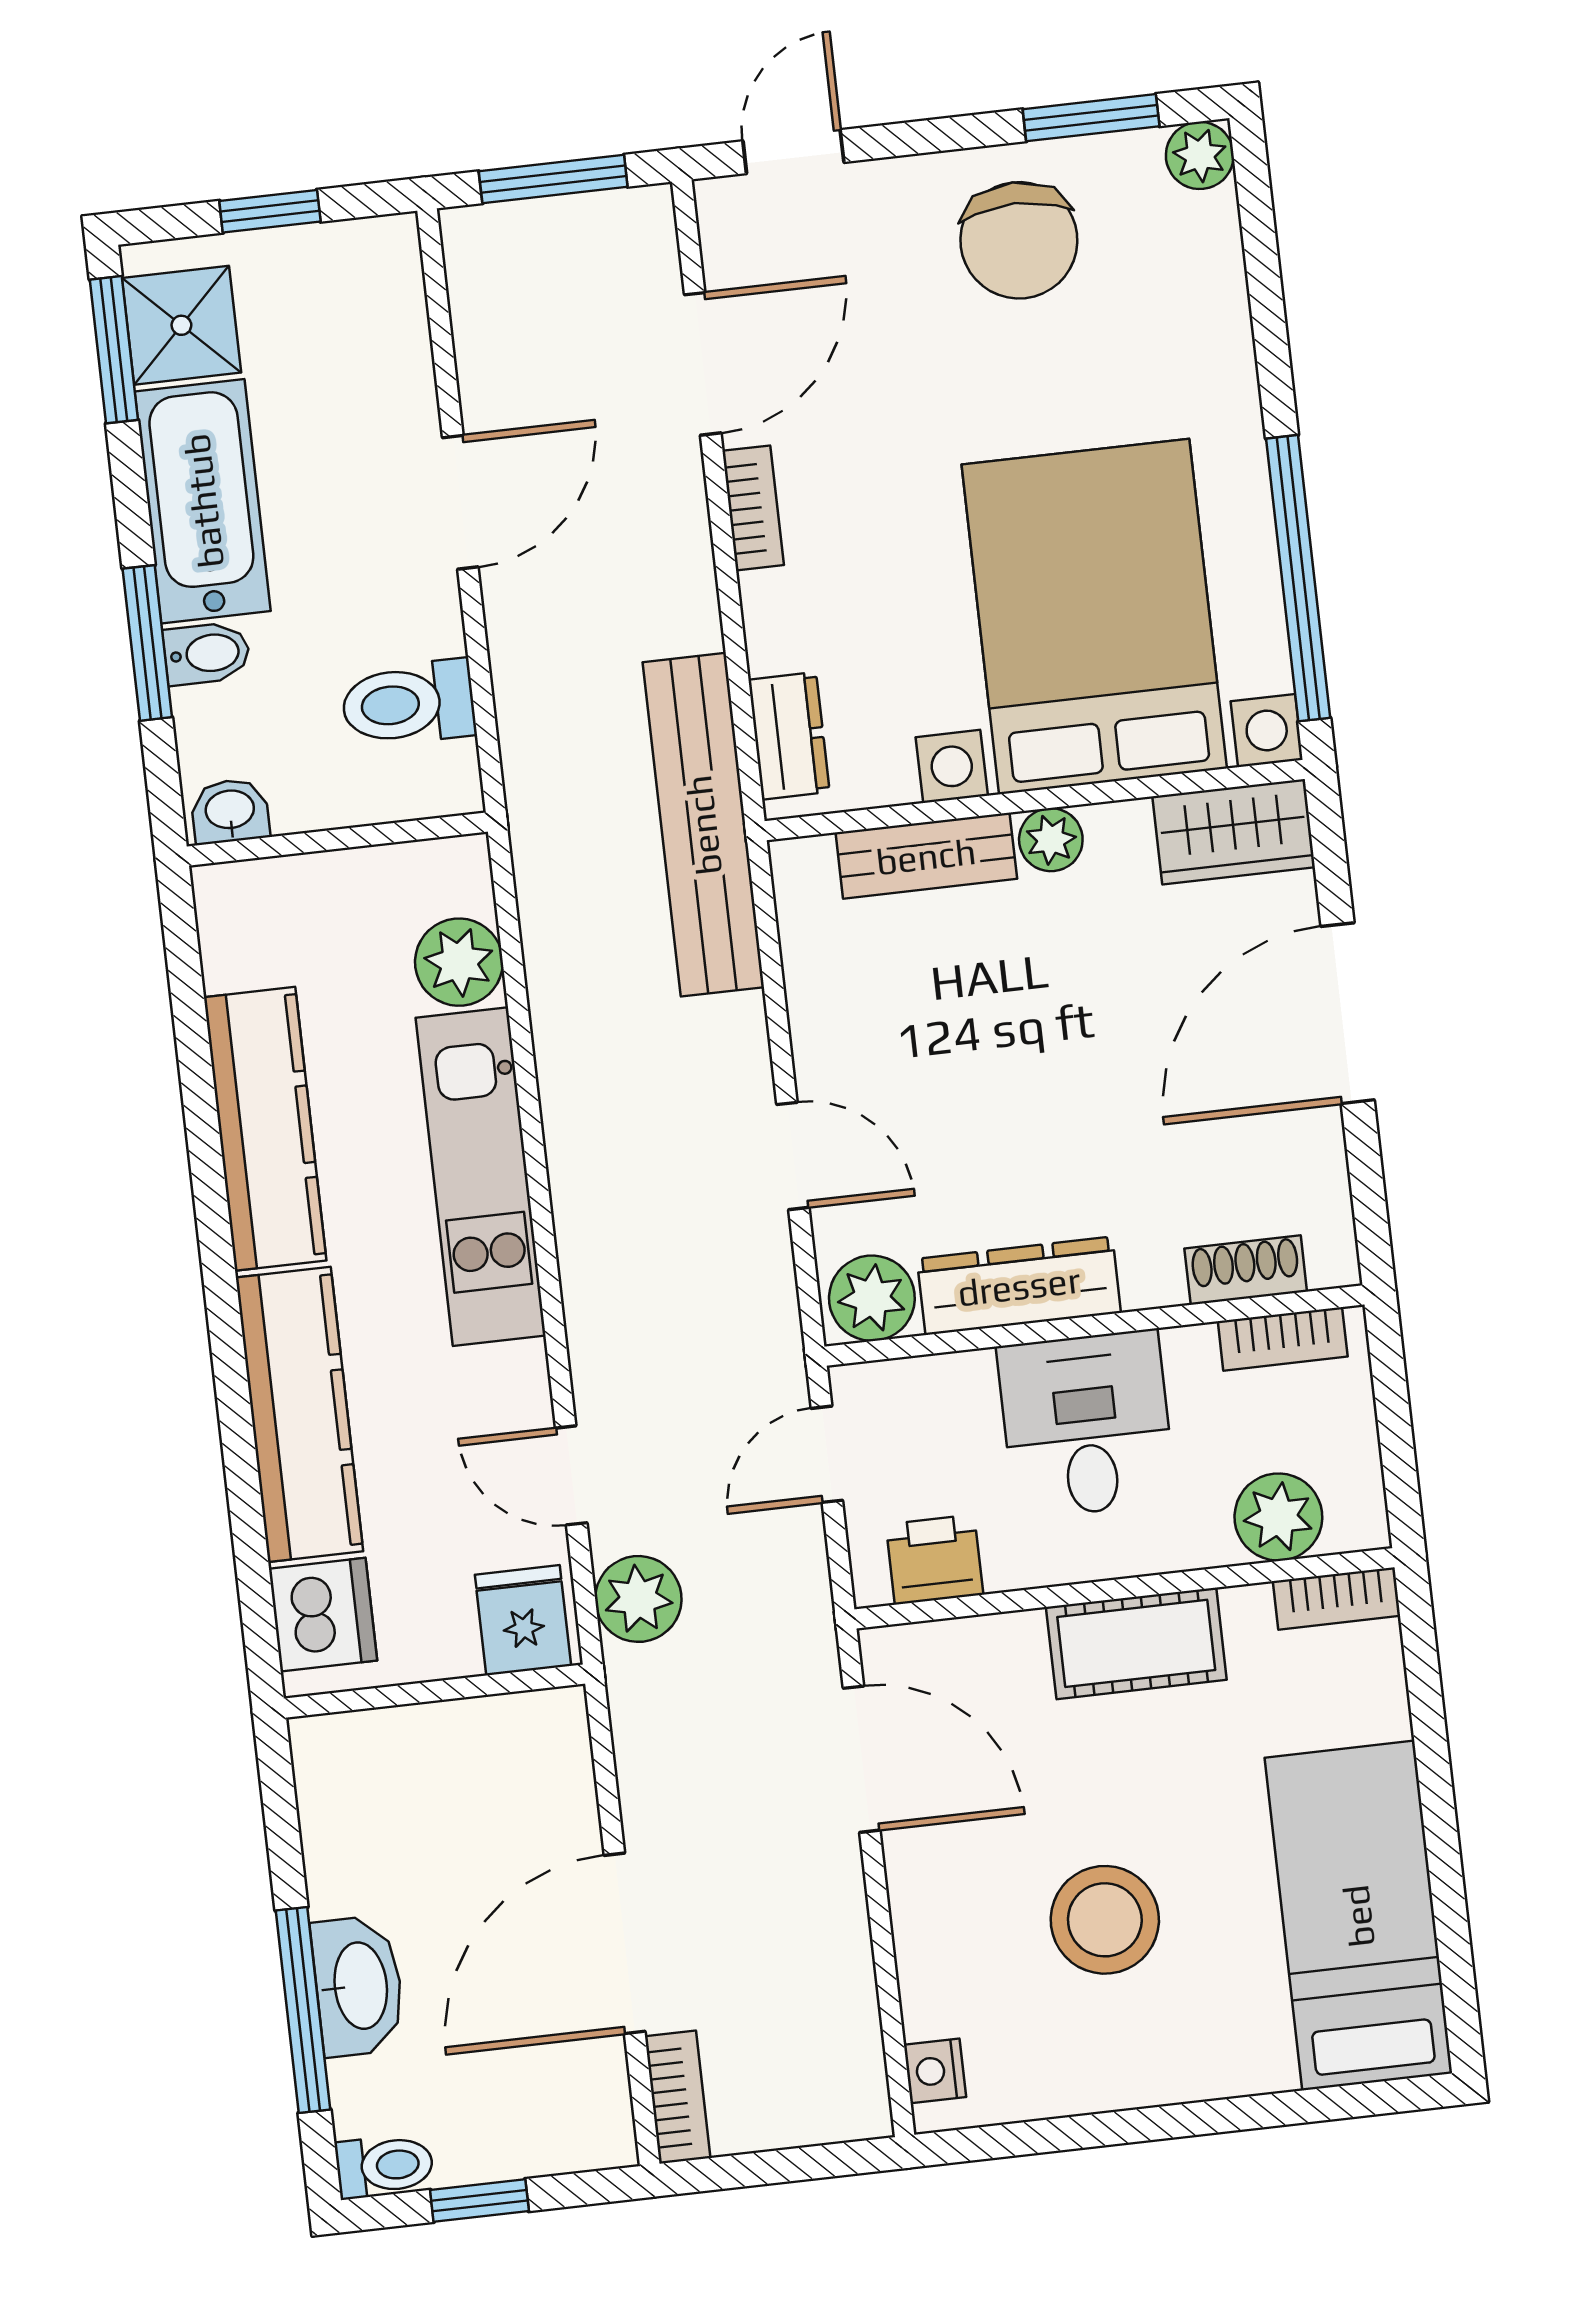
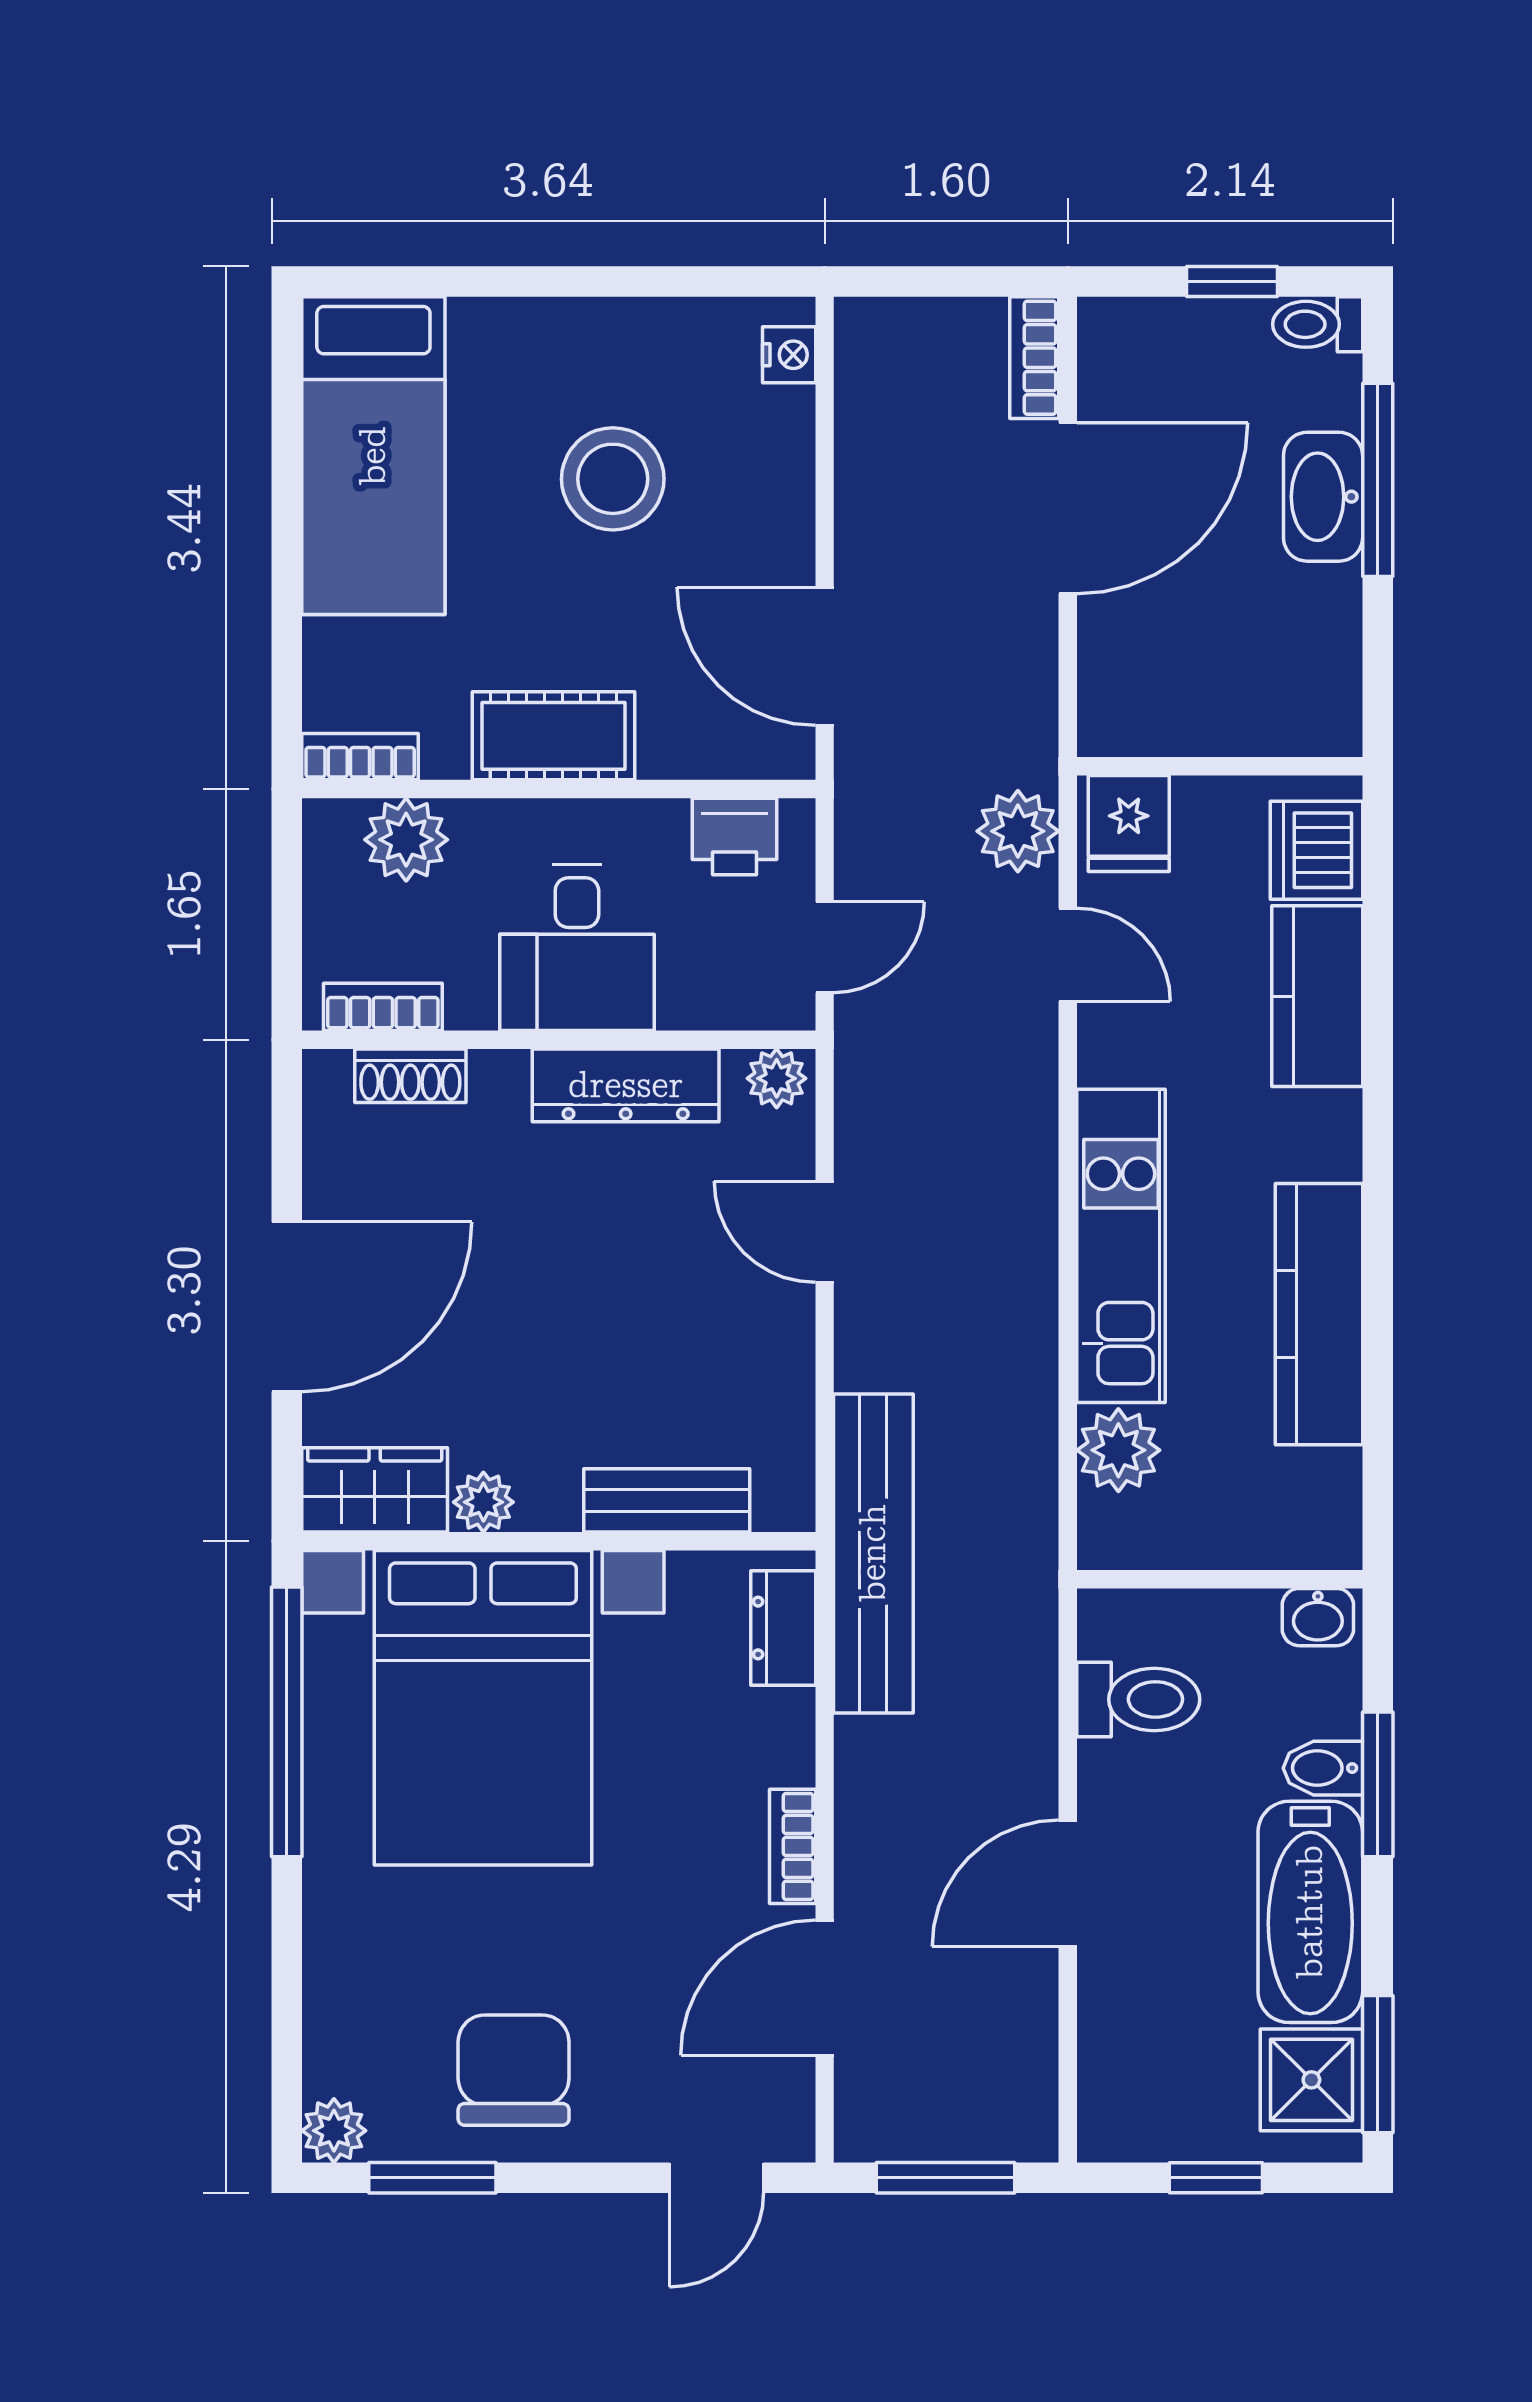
plant: (1051, 840) -> (483, 1502), moved
plant: (872, 1298) -> (777, 1078), width x0.73, depth x0.73
kitchen counter: (299, 1414) -> (1317, 996), width x0.67

